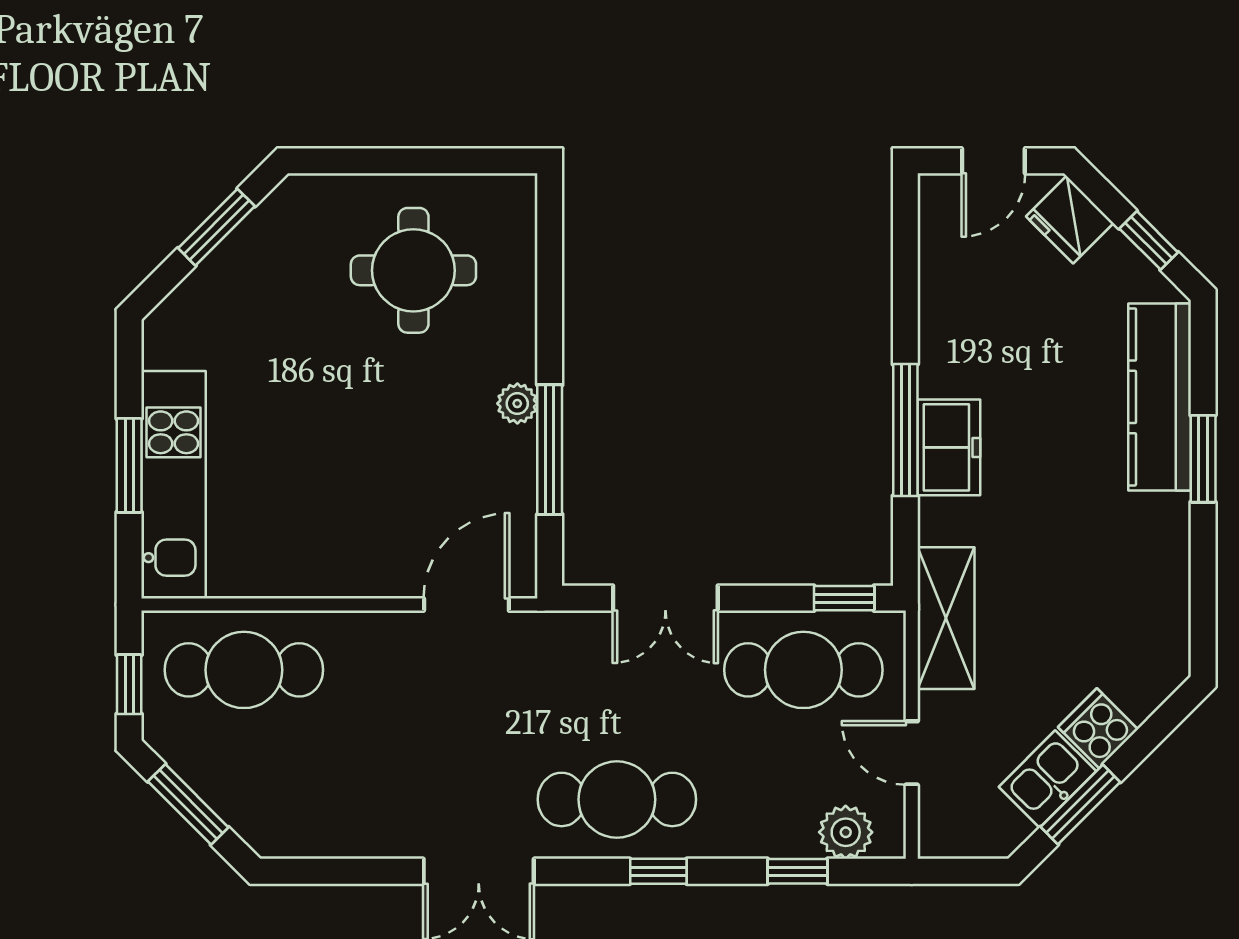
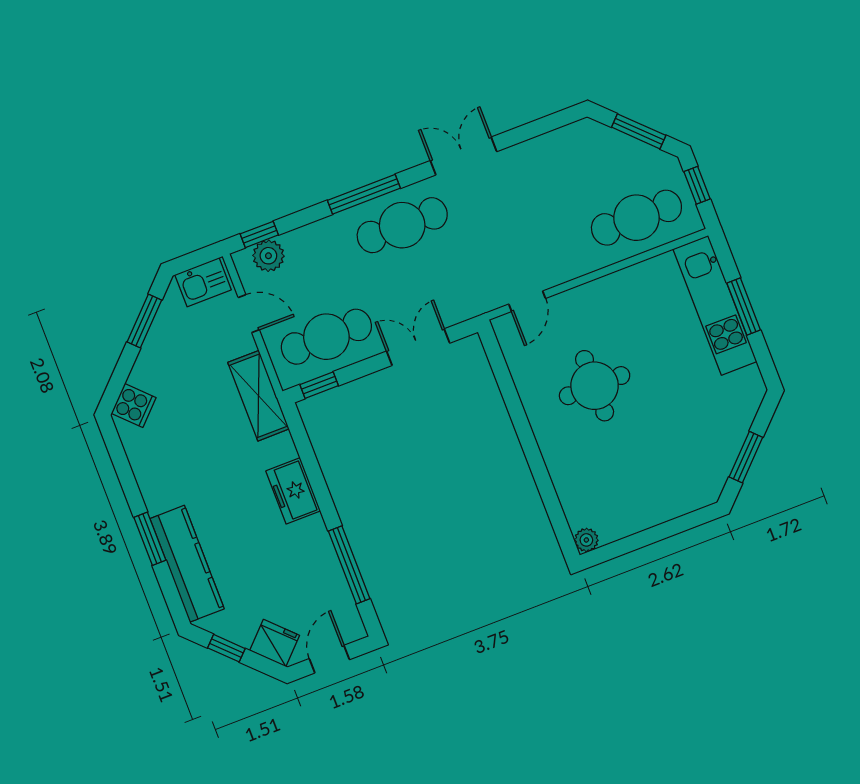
round table: (413, 270) -> (595, 386), moved
plant: (517, 404) -> (586, 540), moved
window: (905, 430) -> (349, 565), moved
window: (550, 450) -> (514, 405), removed
door: (466, 605) -> (527, 301), width x0.73
cooker: (1098, 728) -> (134, 406), moved
kitchen sink: (1047, 779) -> (203, 282), moved, turned 45
window: (658, 871) -> (364, 194), width x2.17
window: (798, 871) -> (259, 234), moved

